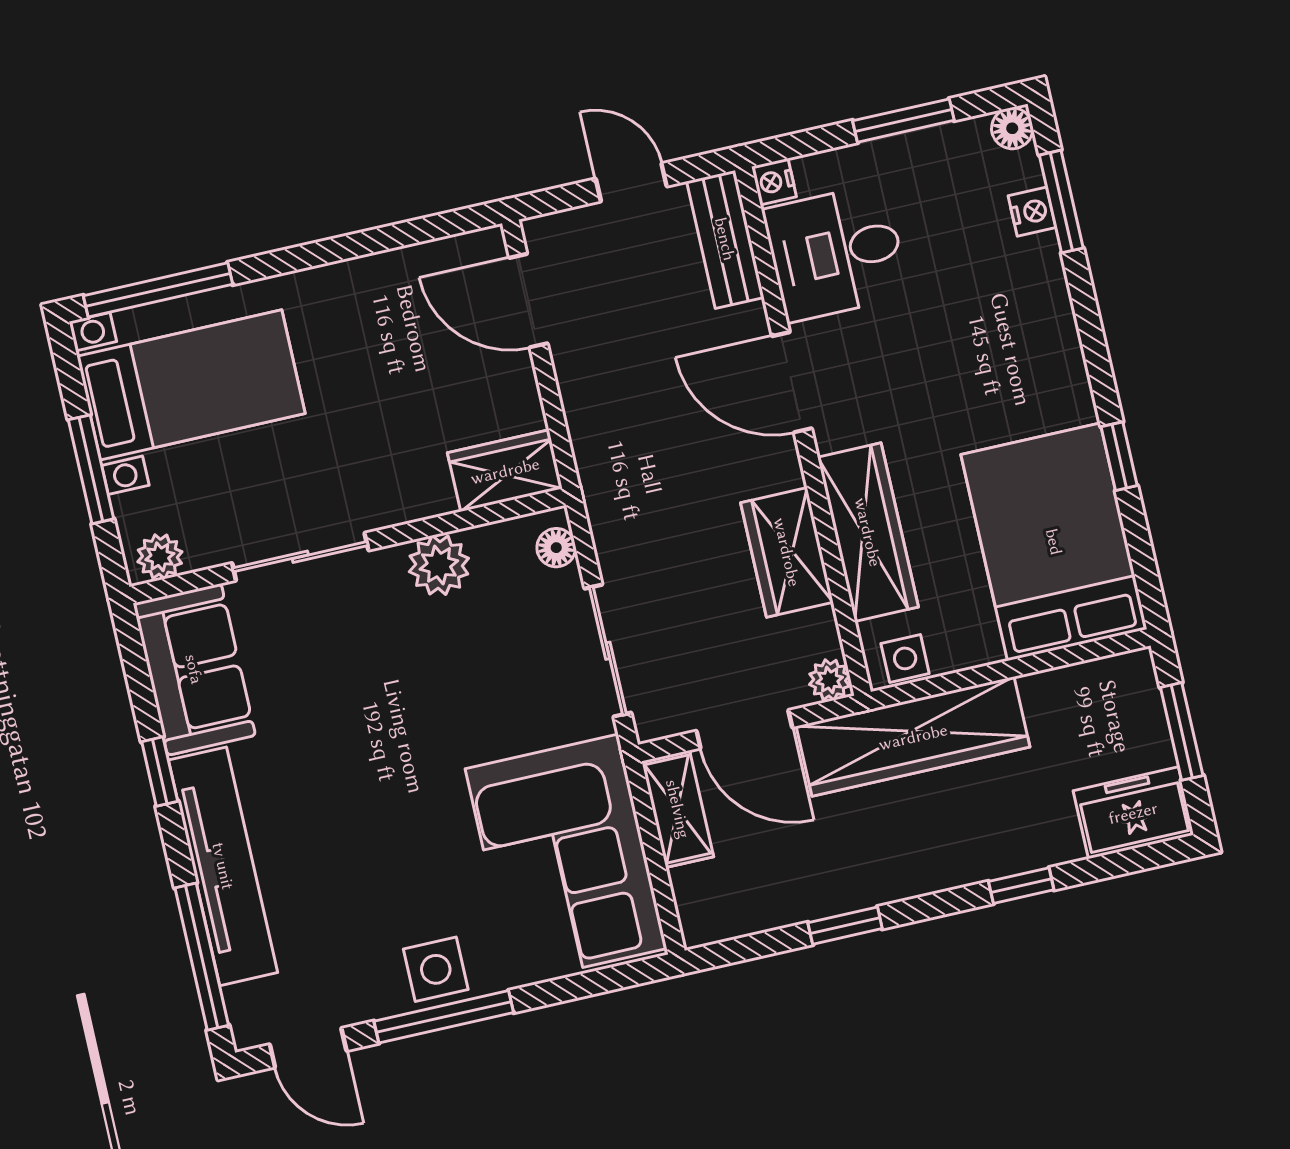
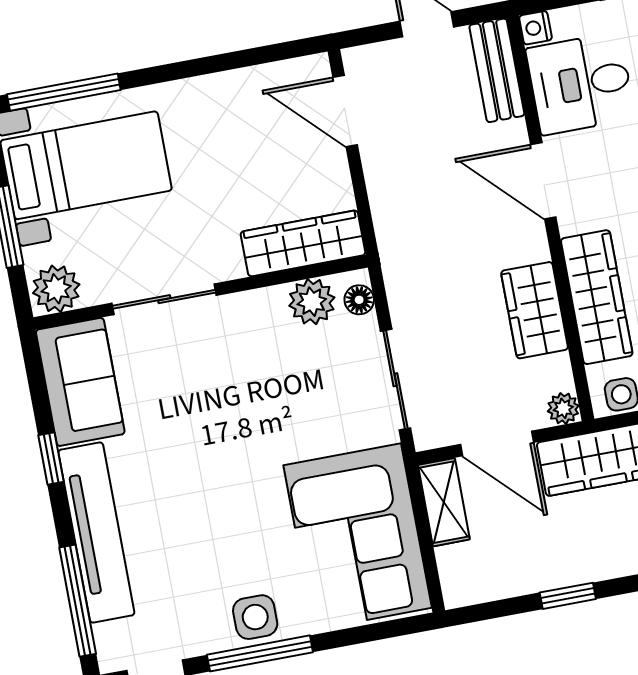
wardrobe: (505, 471) -> (303, 243), width x1.50
plant: (160, 557) -> (56, 289), width x1.38, depth x1.38
plant: (439, 565) -> (312, 302), moved

